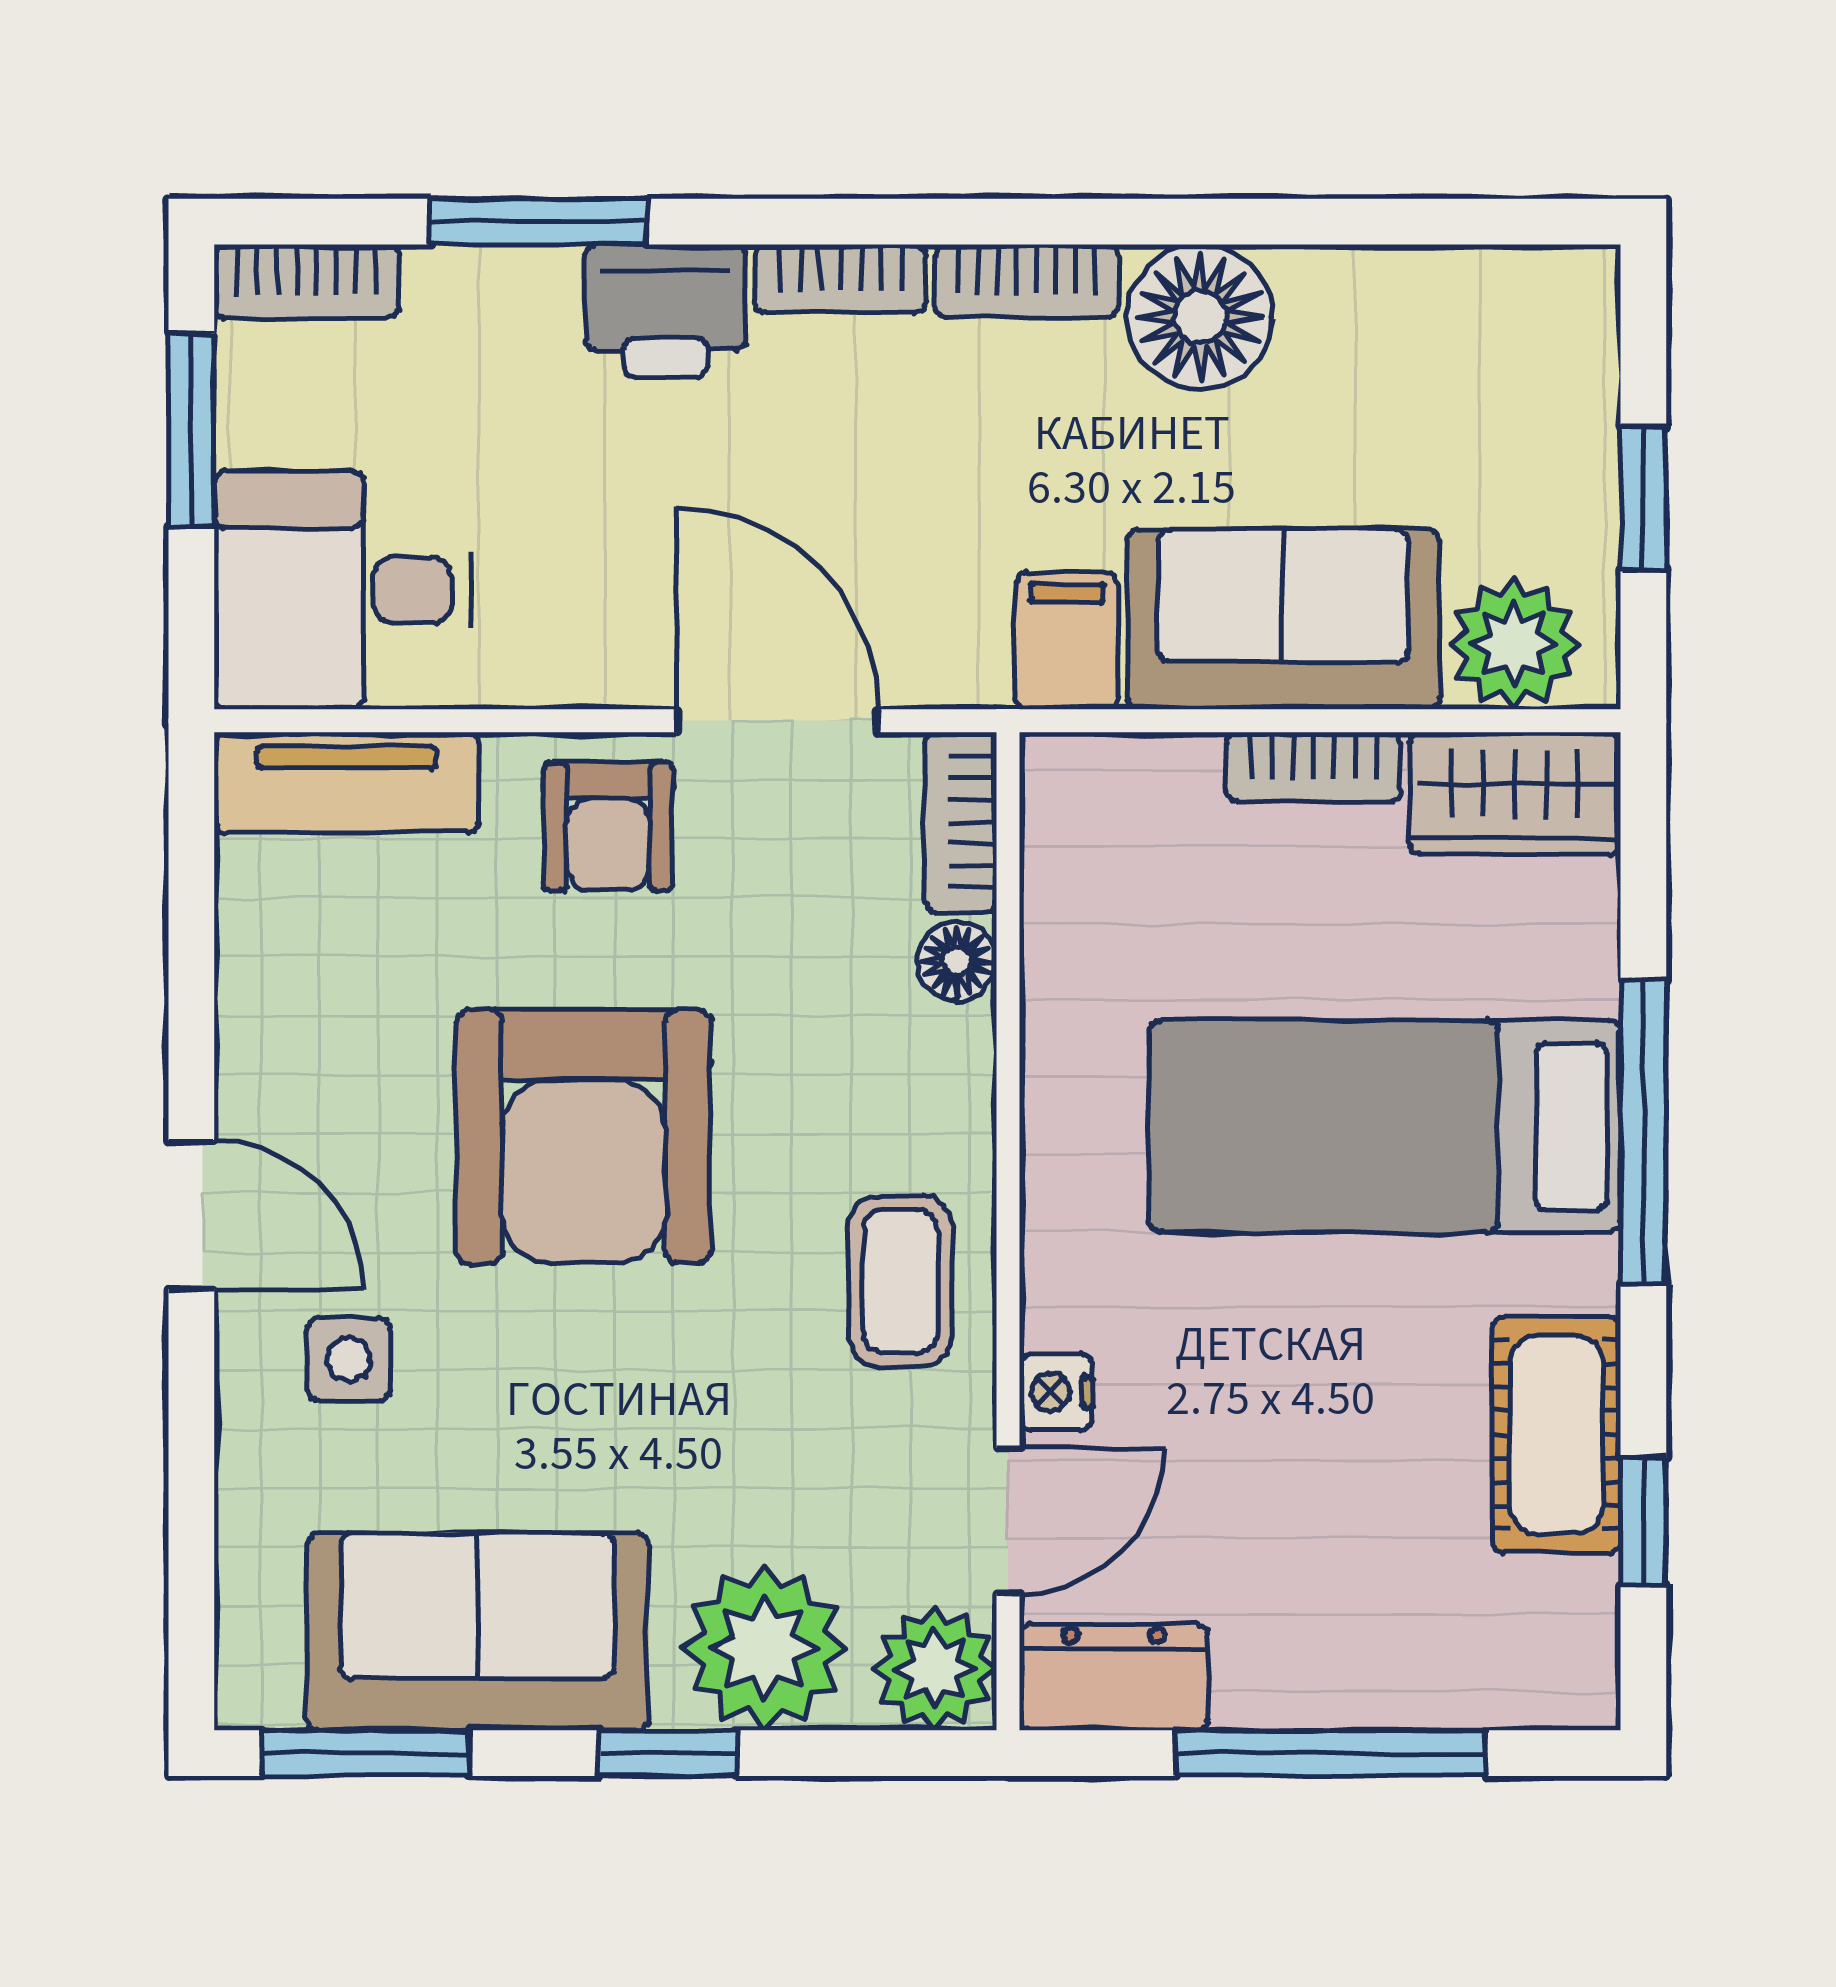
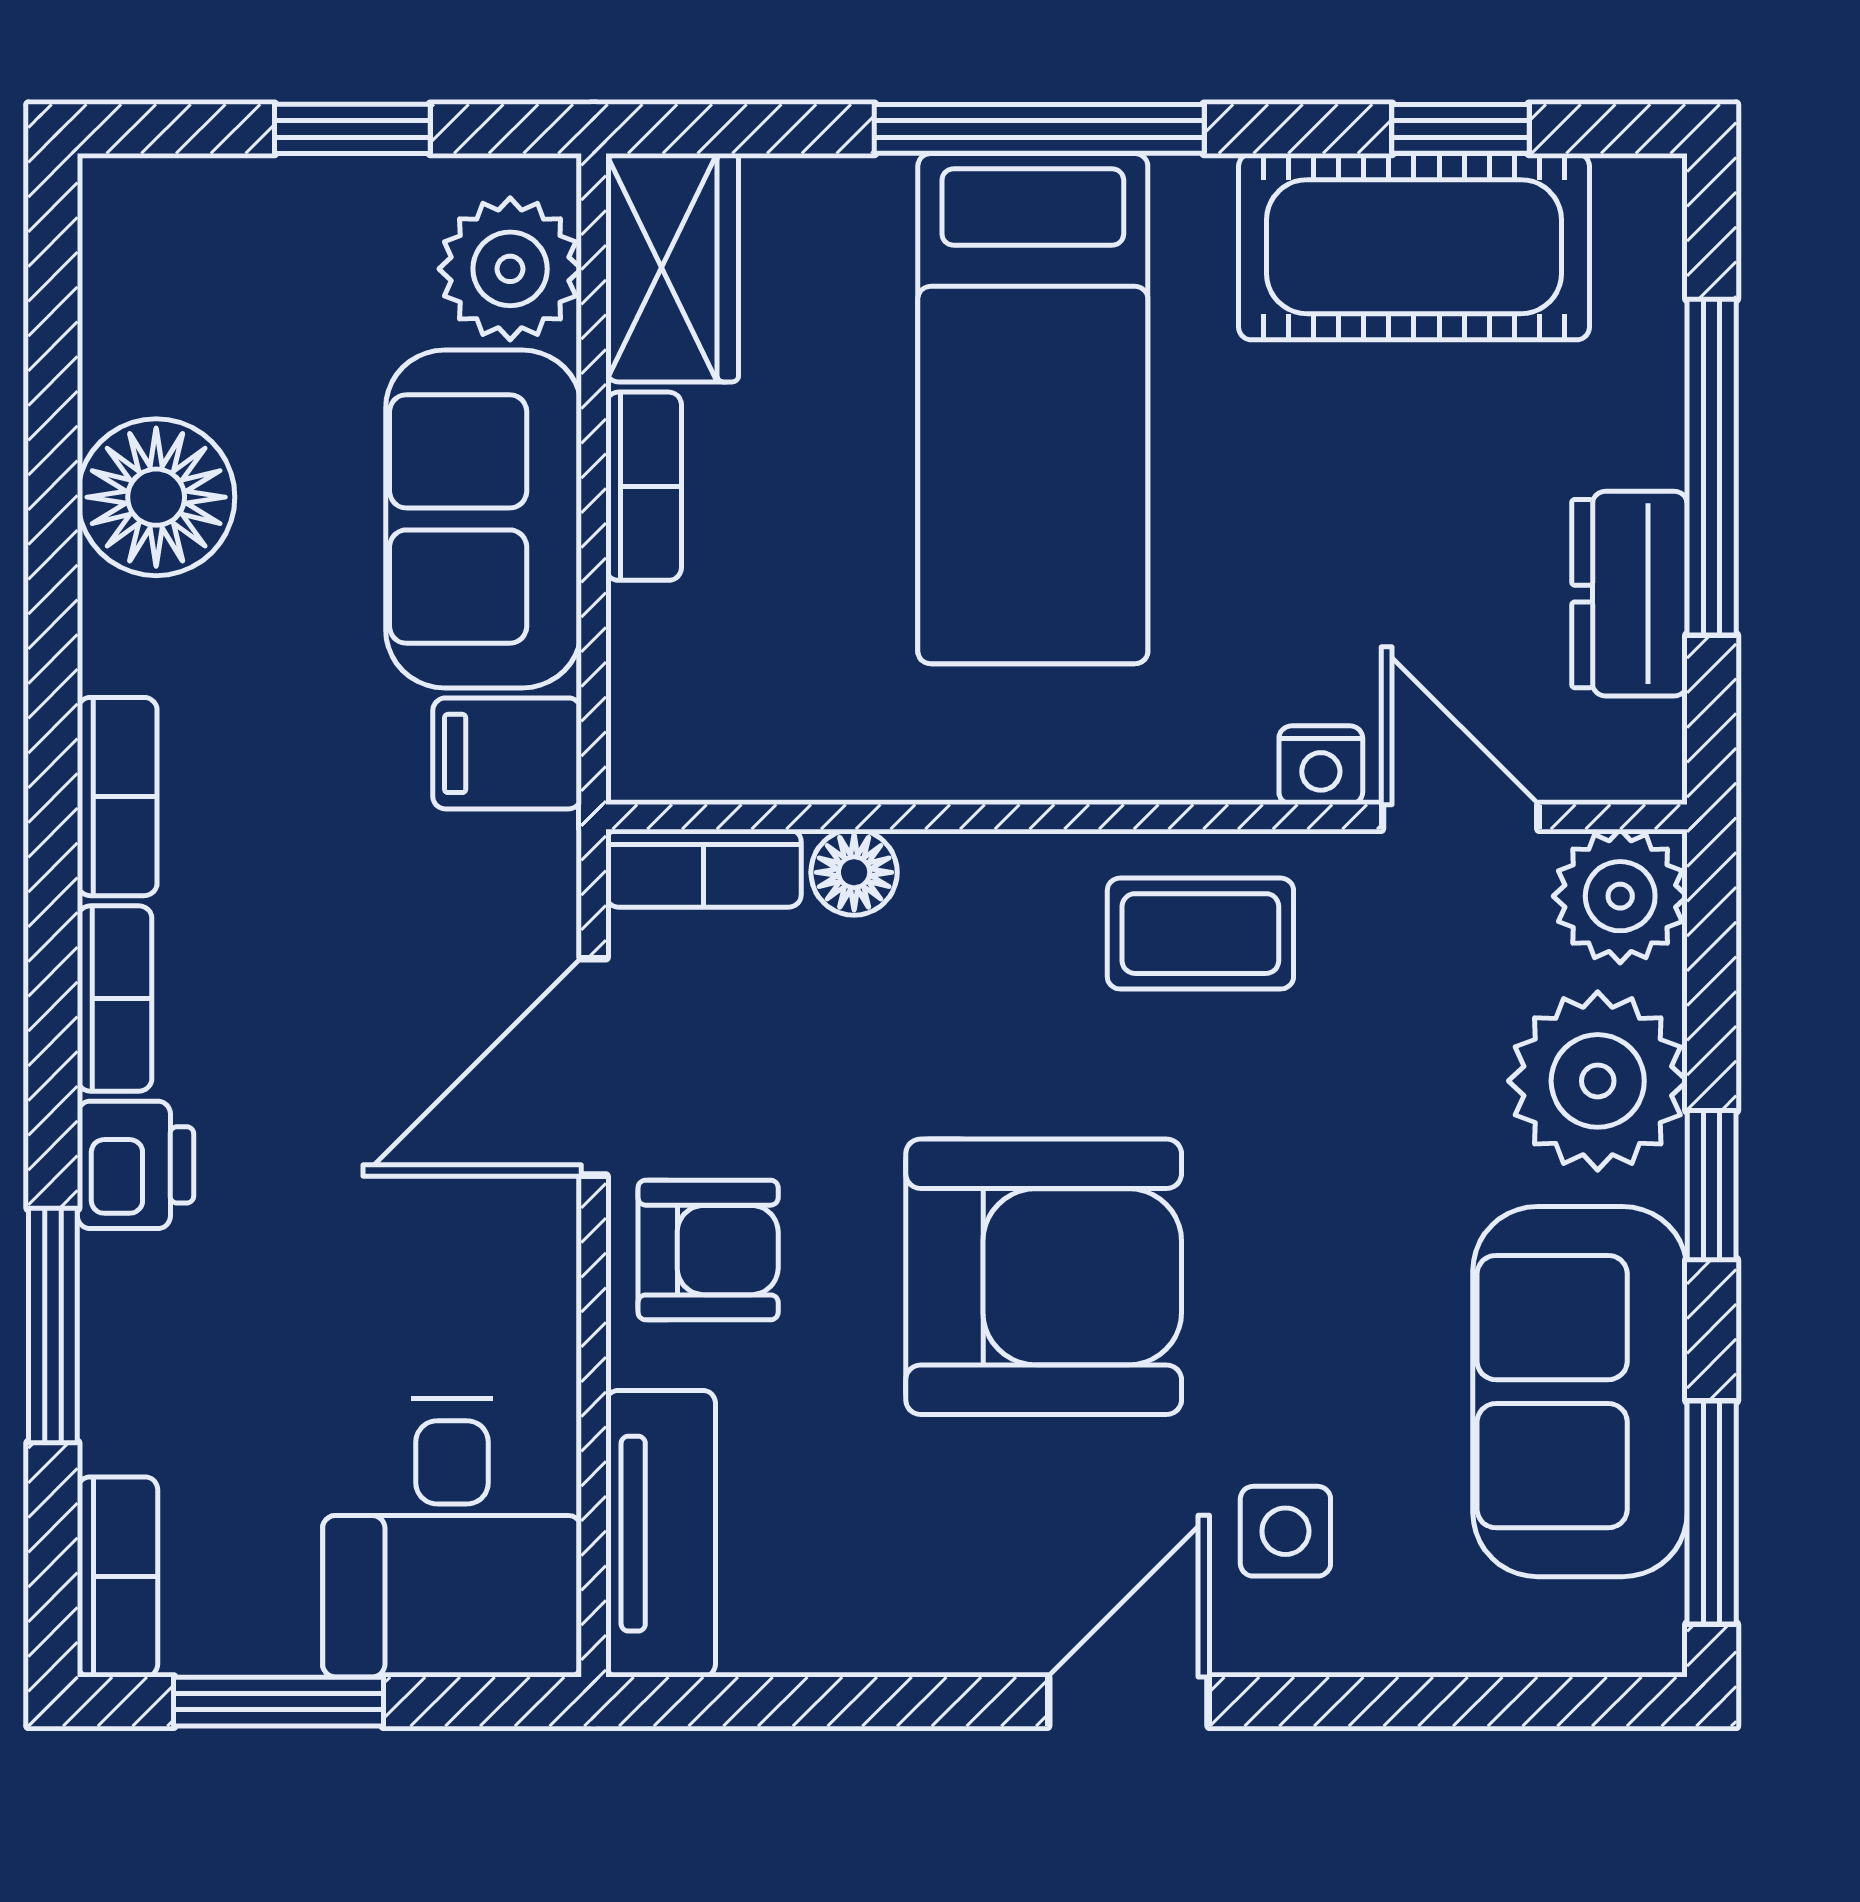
printer: (665, 311) -> (136, 1165), width x0.73, depth x0.81
floor lamp: (1200, 317) -> (156, 497), moved
cot: (1556, 1435) -> (1414, 247), width x1.37, depth x1.34
dresser: (1114, 1677) -> (1629, 594), moved

